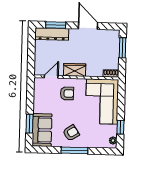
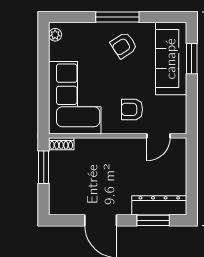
window: (123, 48) -> (44, 167), moved
wardrobe: (75, 70) -> (121, 148), removed
window: (120, 127) -> (44, 57), removed
sofa: (42, 130) -> (171, 59), width x1.36

